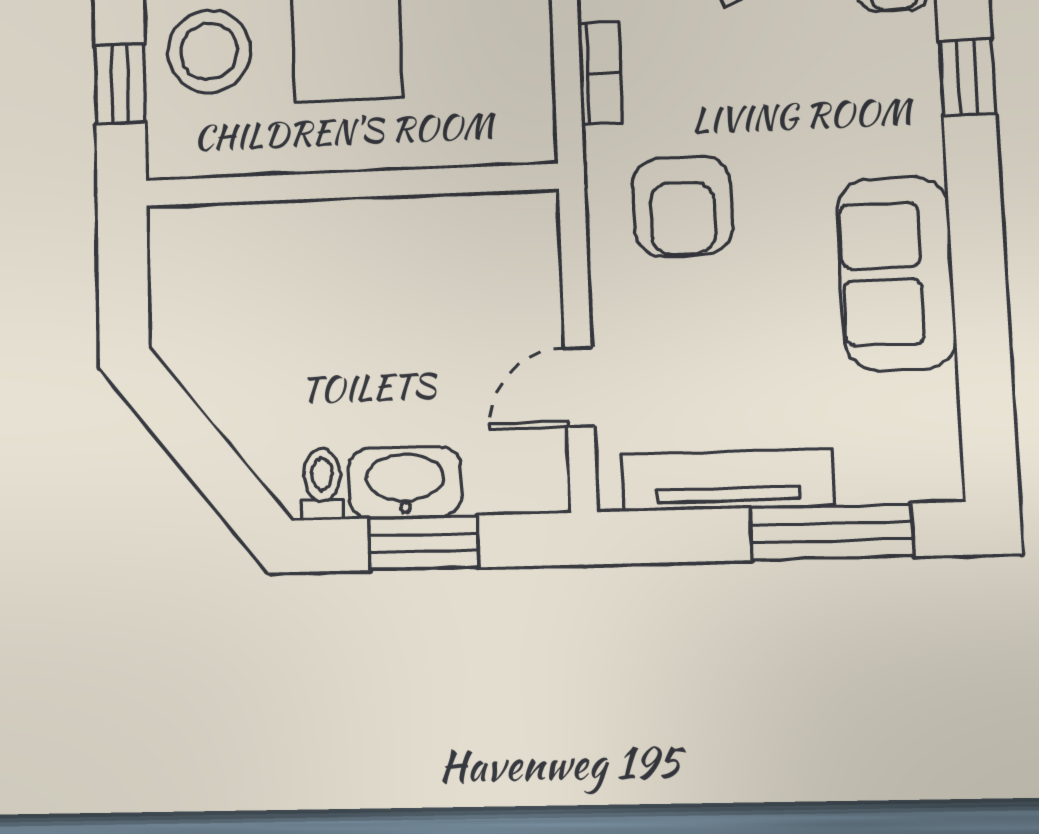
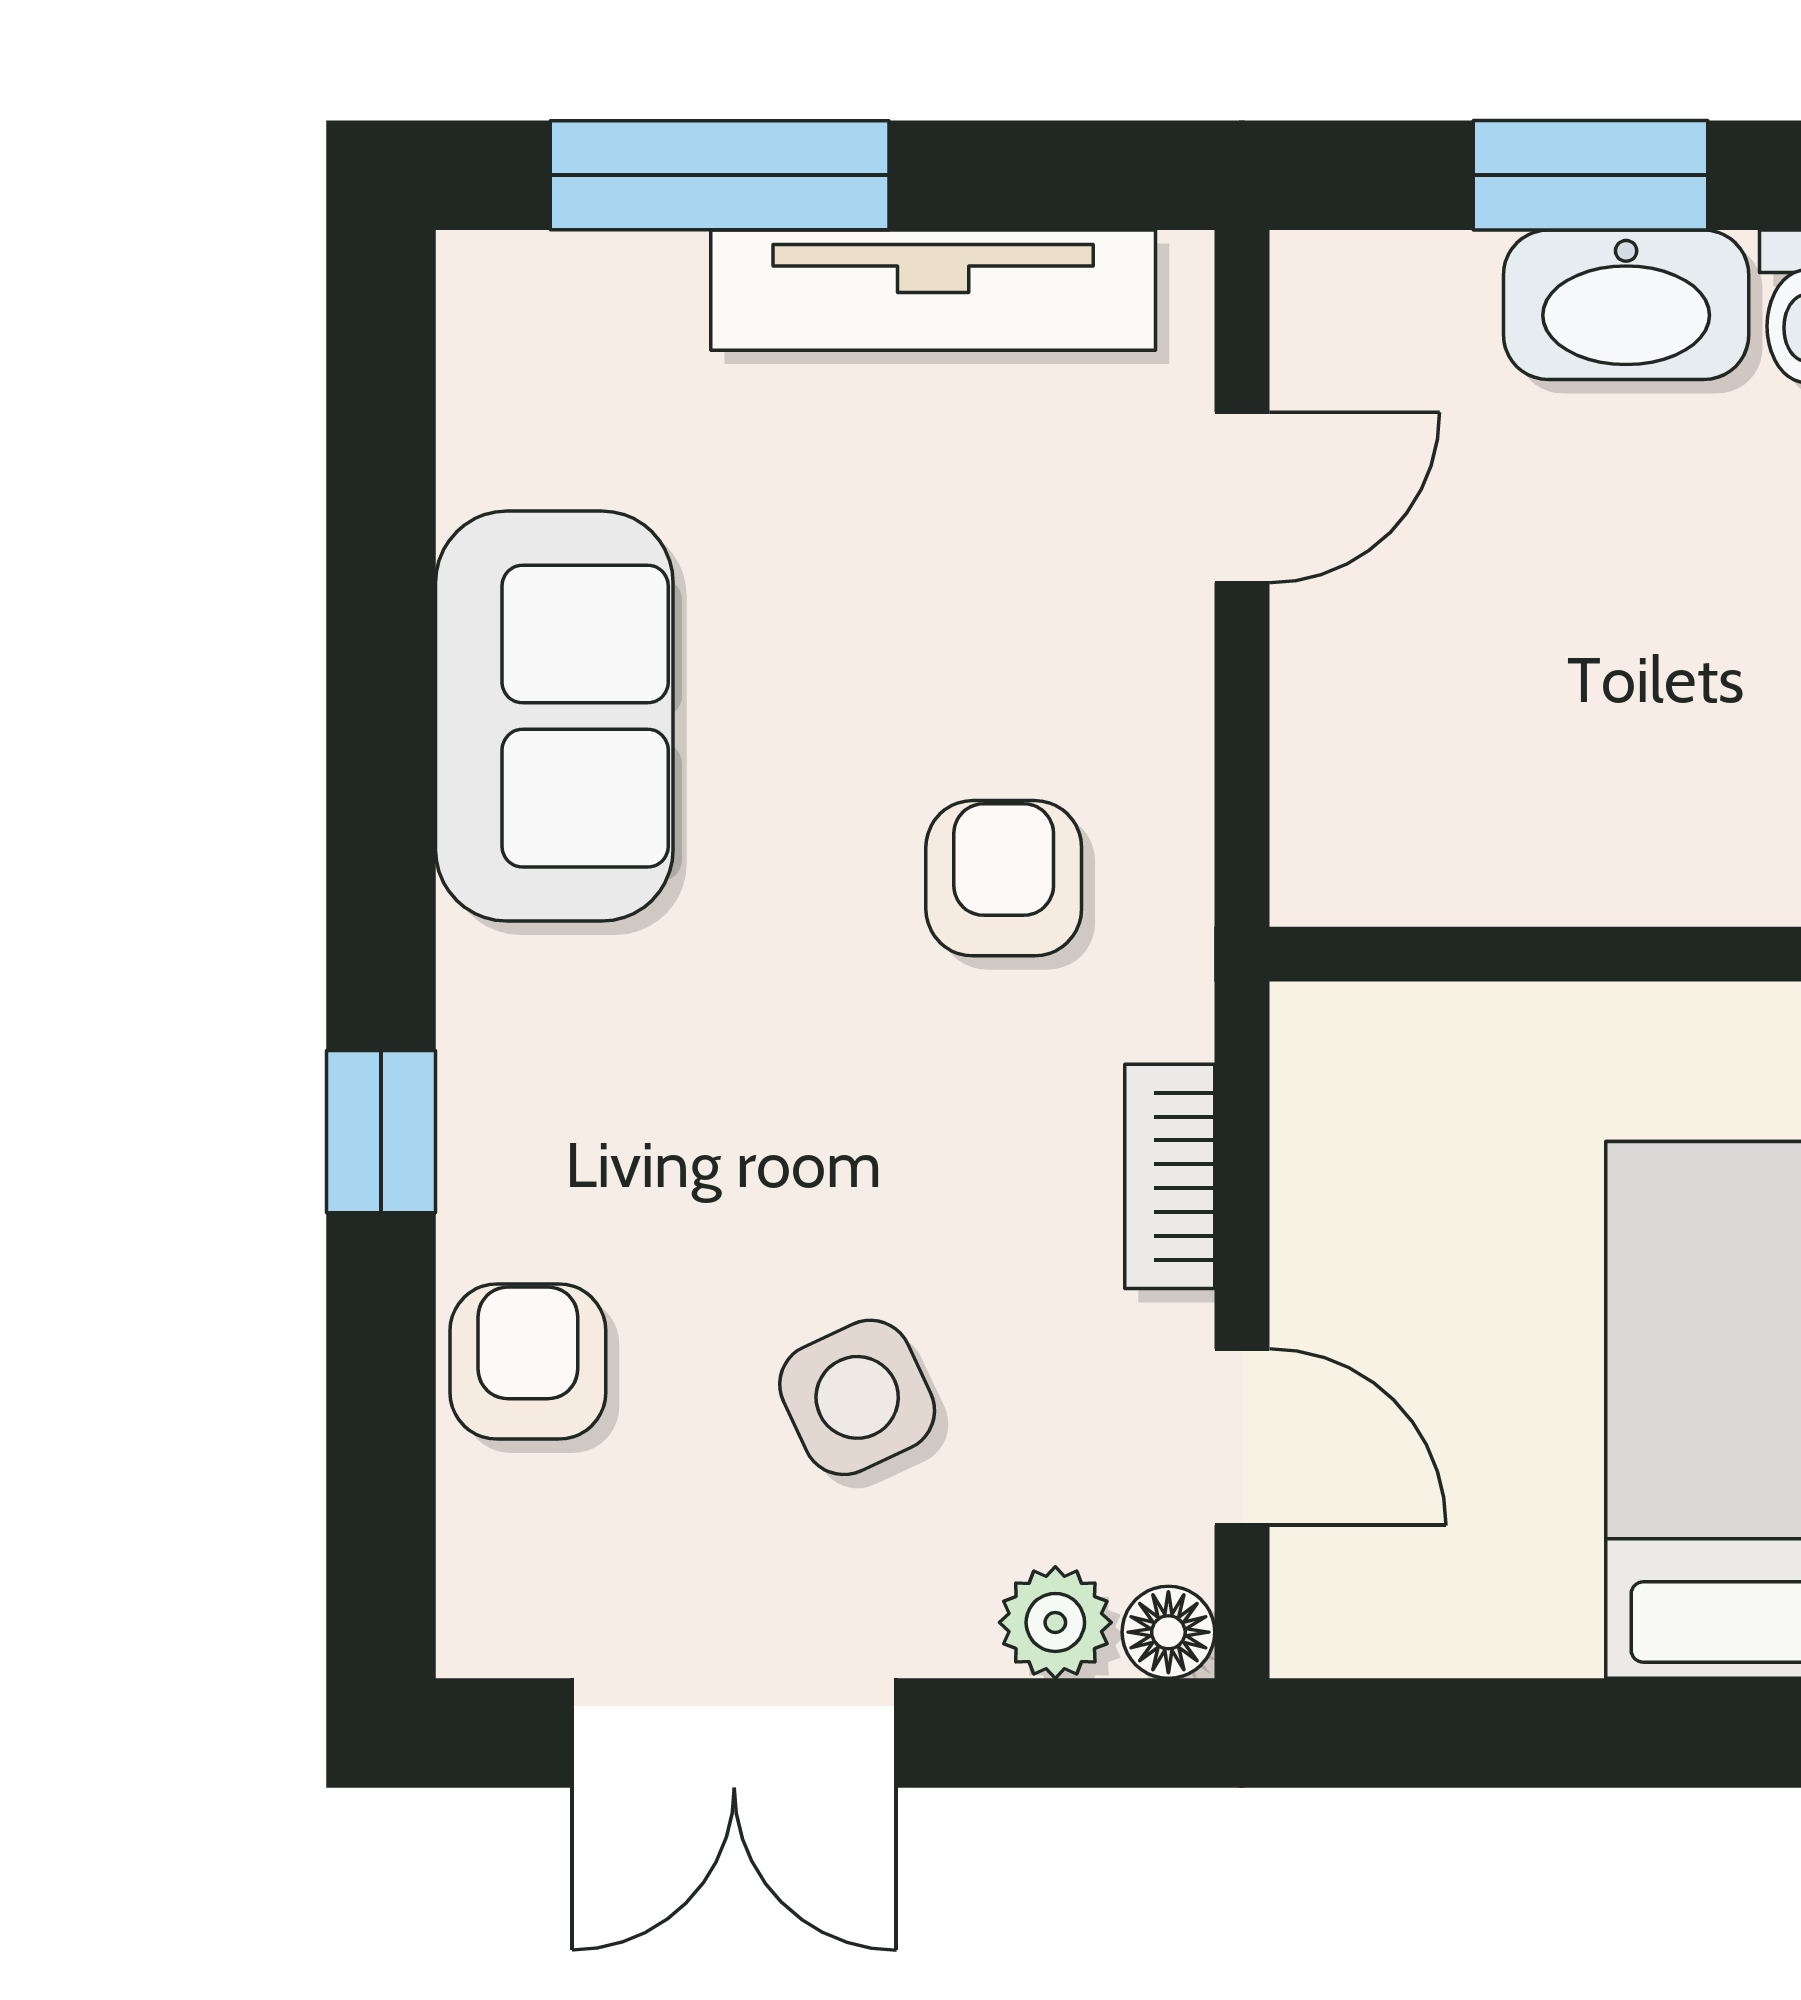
armchair: (682, 206) -> (1004, 878), width x0.72, depth x0.72

